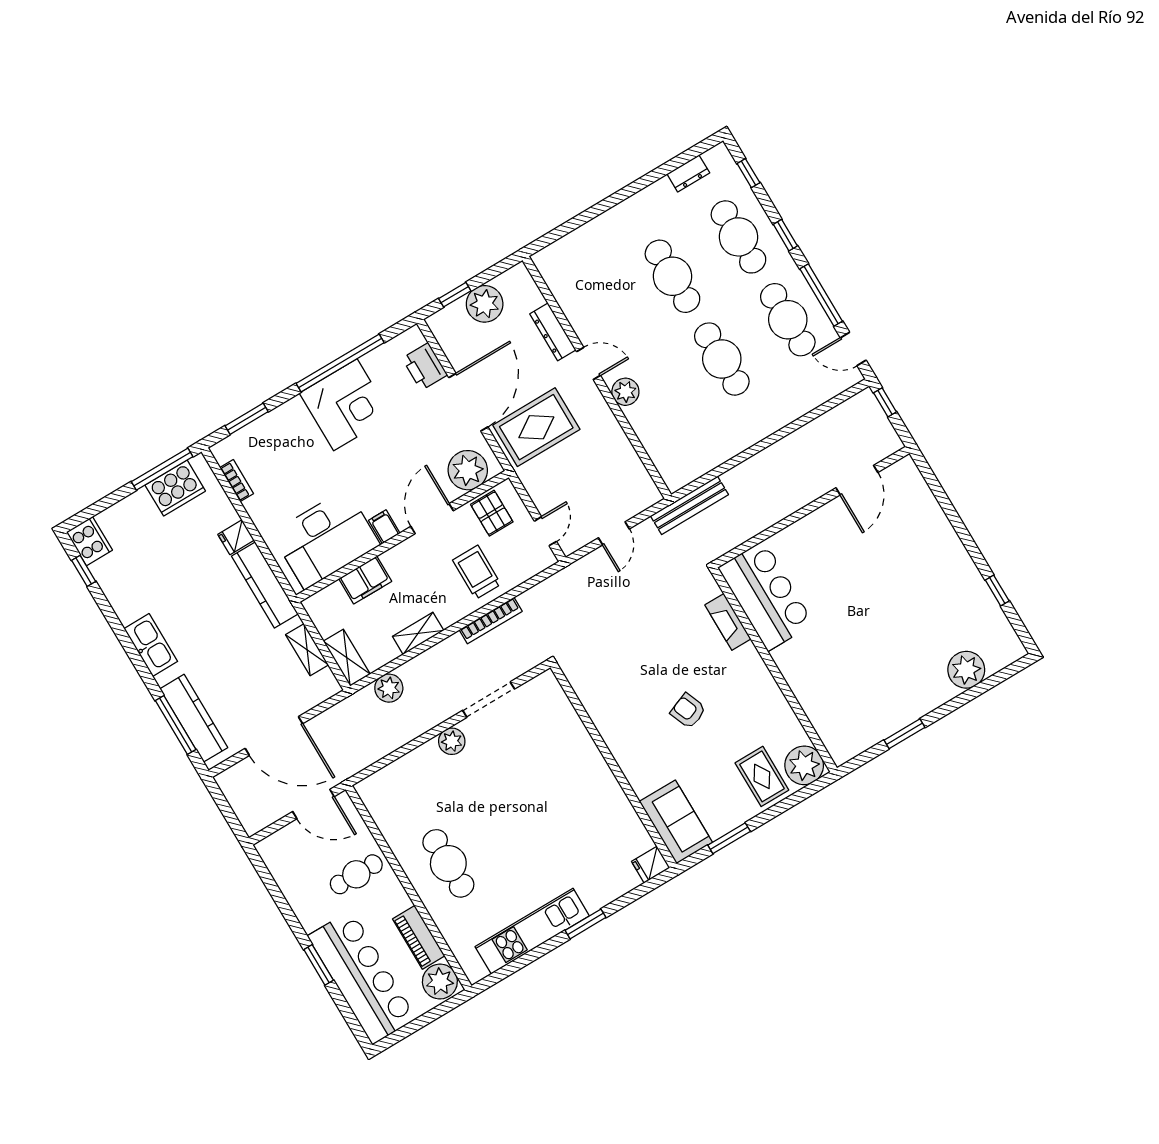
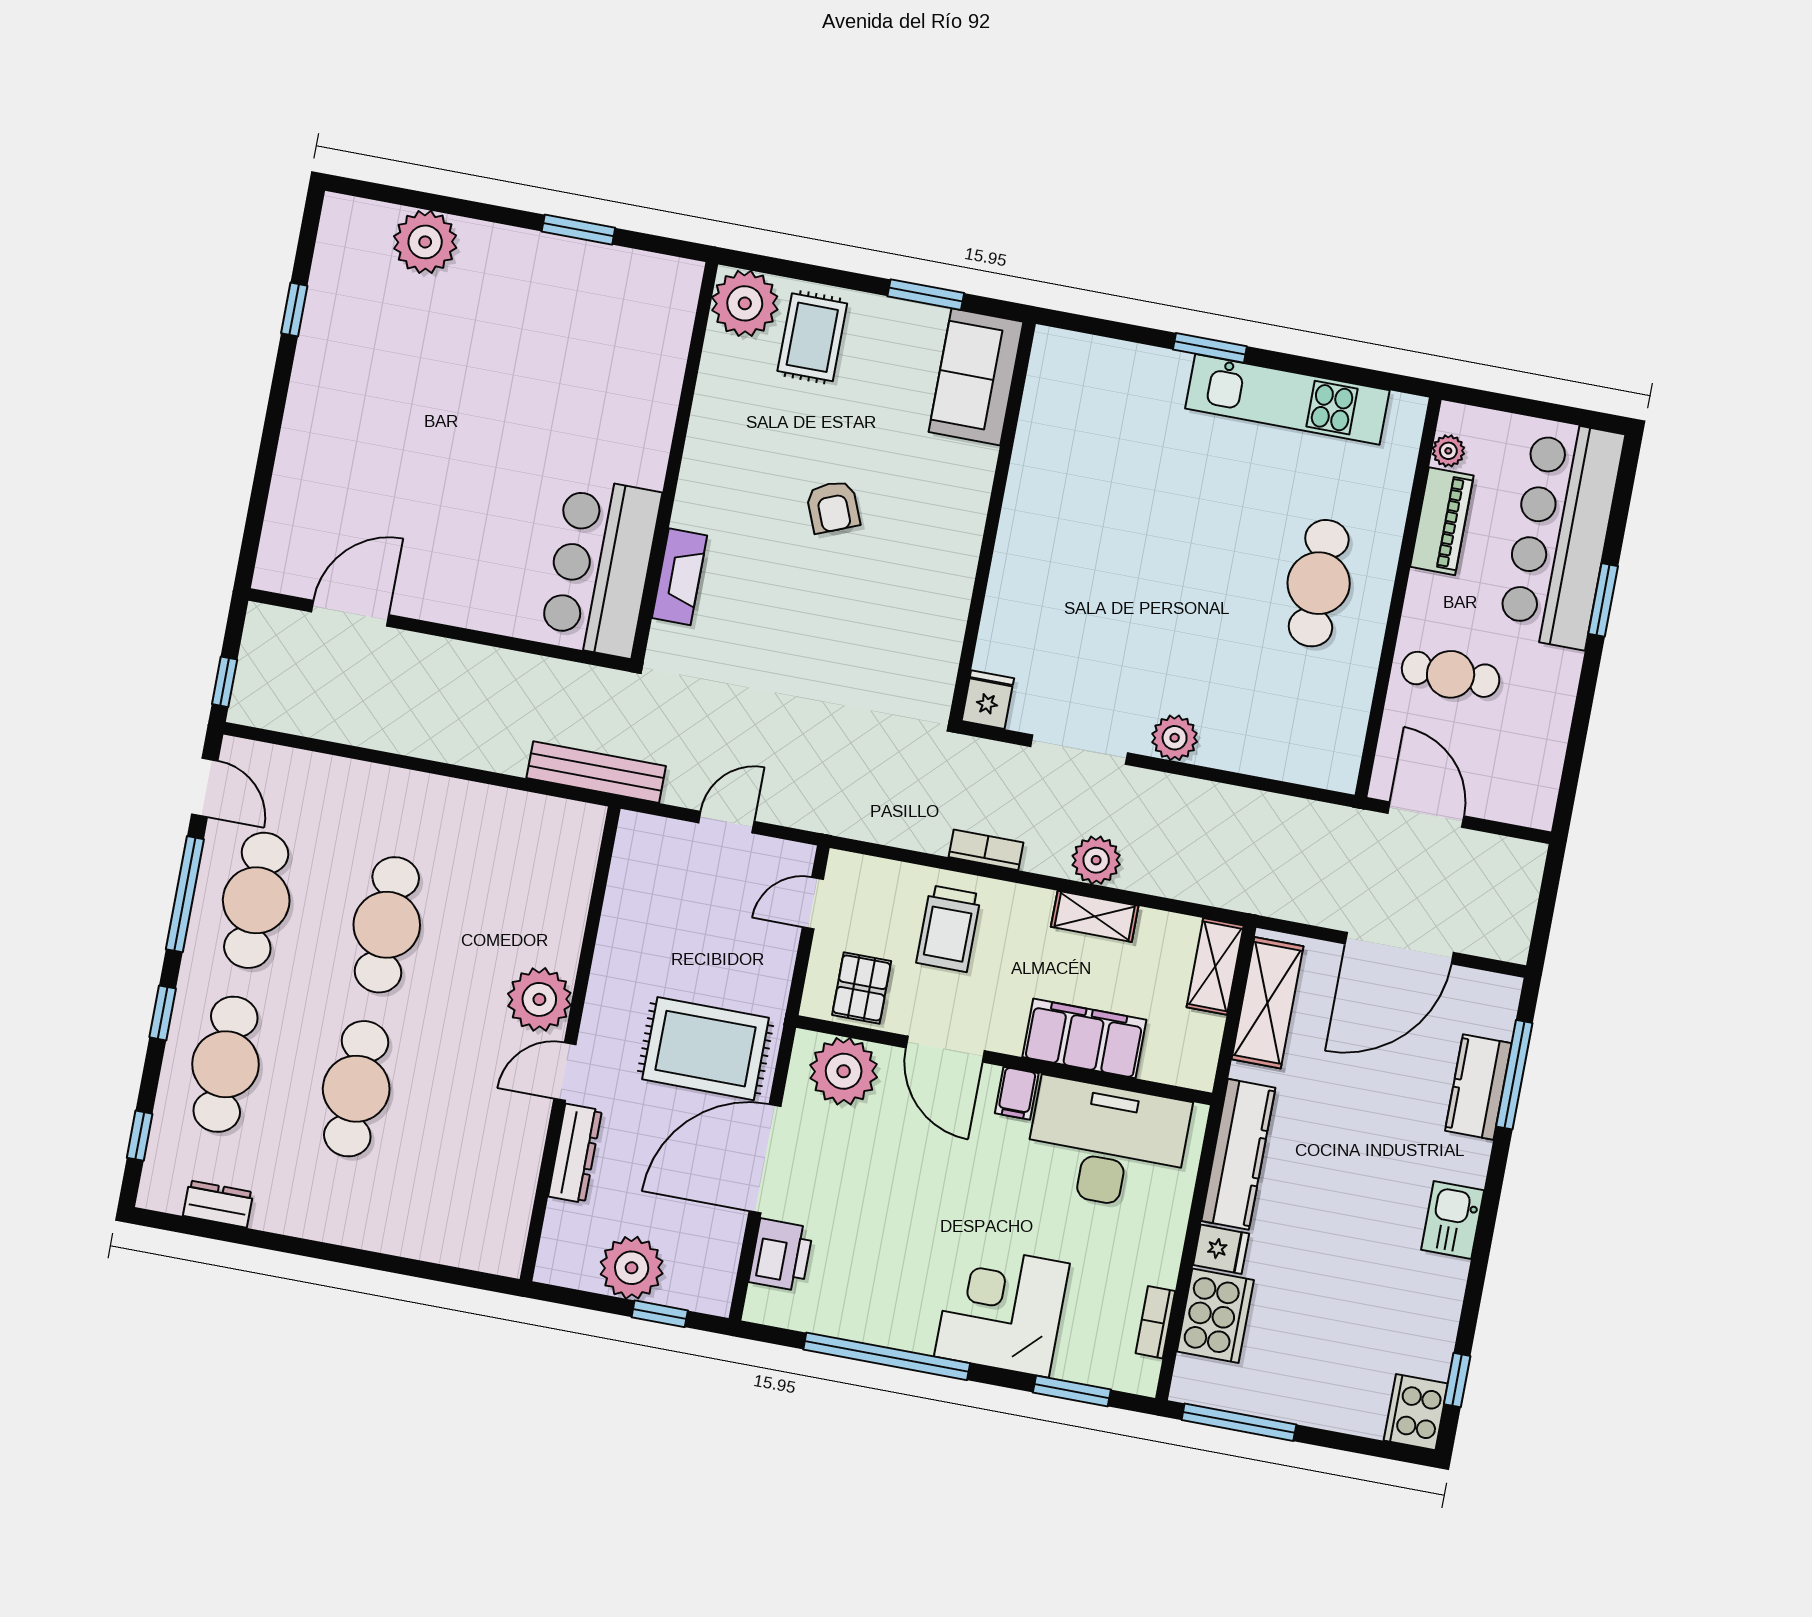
door: (588, 363) -> (565, 1072), hinge flipped
plant: (625, 392) -> (539, 999), width x1.36, depth x1.36
corner desk: (345, 405) -> (1002, 1310), moved
cooker: (175, 488) -> (1215, 1316), moved, turned 90
door: (432, 519) -> (945, 1049), hinge flipped
filing cabinet: (365, 580) -> (1084, 1038), width x1.50, depth x1.17
bookcase: (491, 621) -> (986, 850), width x0.64
kitchen sink: (151, 645) -> (1453, 1220), width x0.73
shelving: (307, 650) -> (1267, 1003), width x1.50, depth x1.33
plant: (389, 688) -> (1096, 860), moved
kitchen counter: (194, 718) -> (1478, 1087), width x0.67
door: (274, 736) -> (1399, 948), swing flipped
fridge: (651, 865) -> (988, 700), moved, turned -90
plant: (440, 982) -> (1448, 451), width x0.53, depth x0.53

